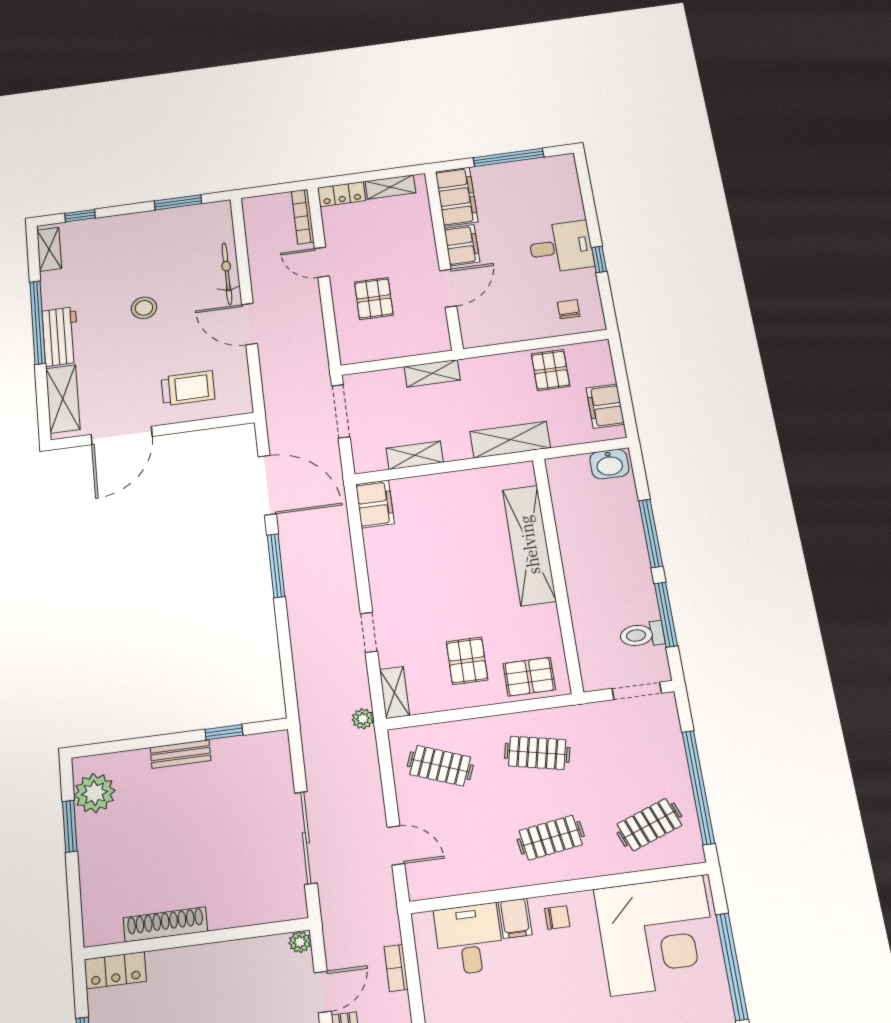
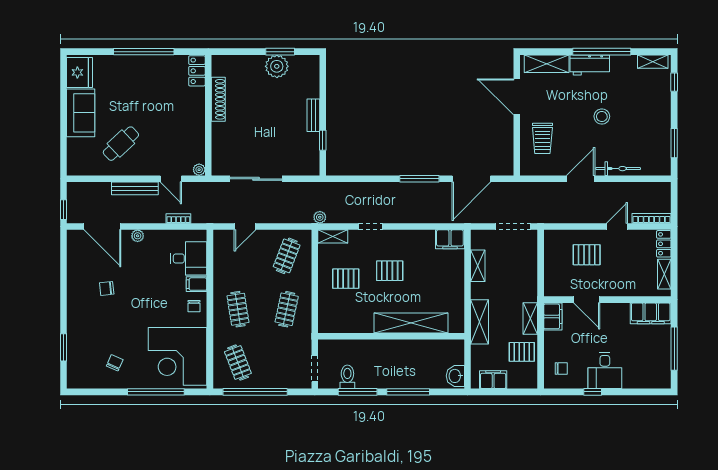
filing cabinet: (462, 245) -> (553, 316), moved, turned -90
shelving: (432, 373) -> (530, 318), moved
pallet: (529, 677) -> (390, 271), moved, turned 90
plant: (94, 793) -> (277, 66), moved

